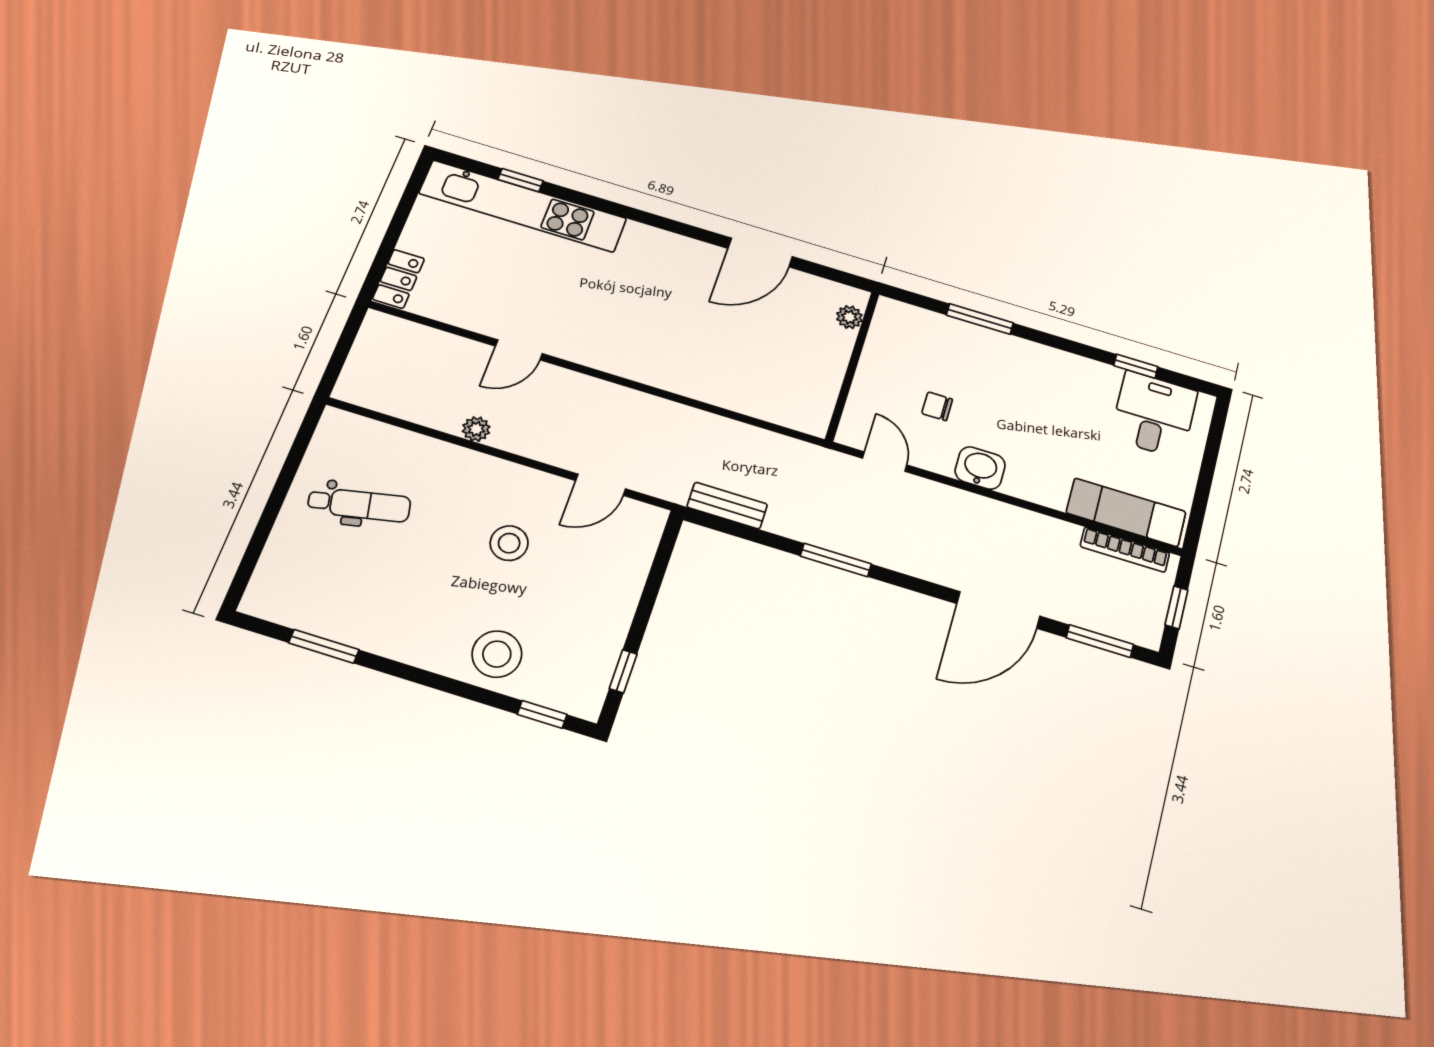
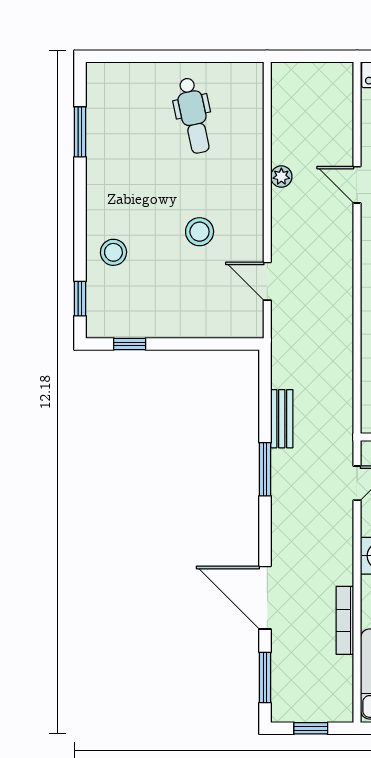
bench: (727, 506) -> (282, 419), moved
bookcase: (1125, 550) -> (345, 620), moved
stool: (497, 654) -> (113, 252), width x0.73, depth x0.73

